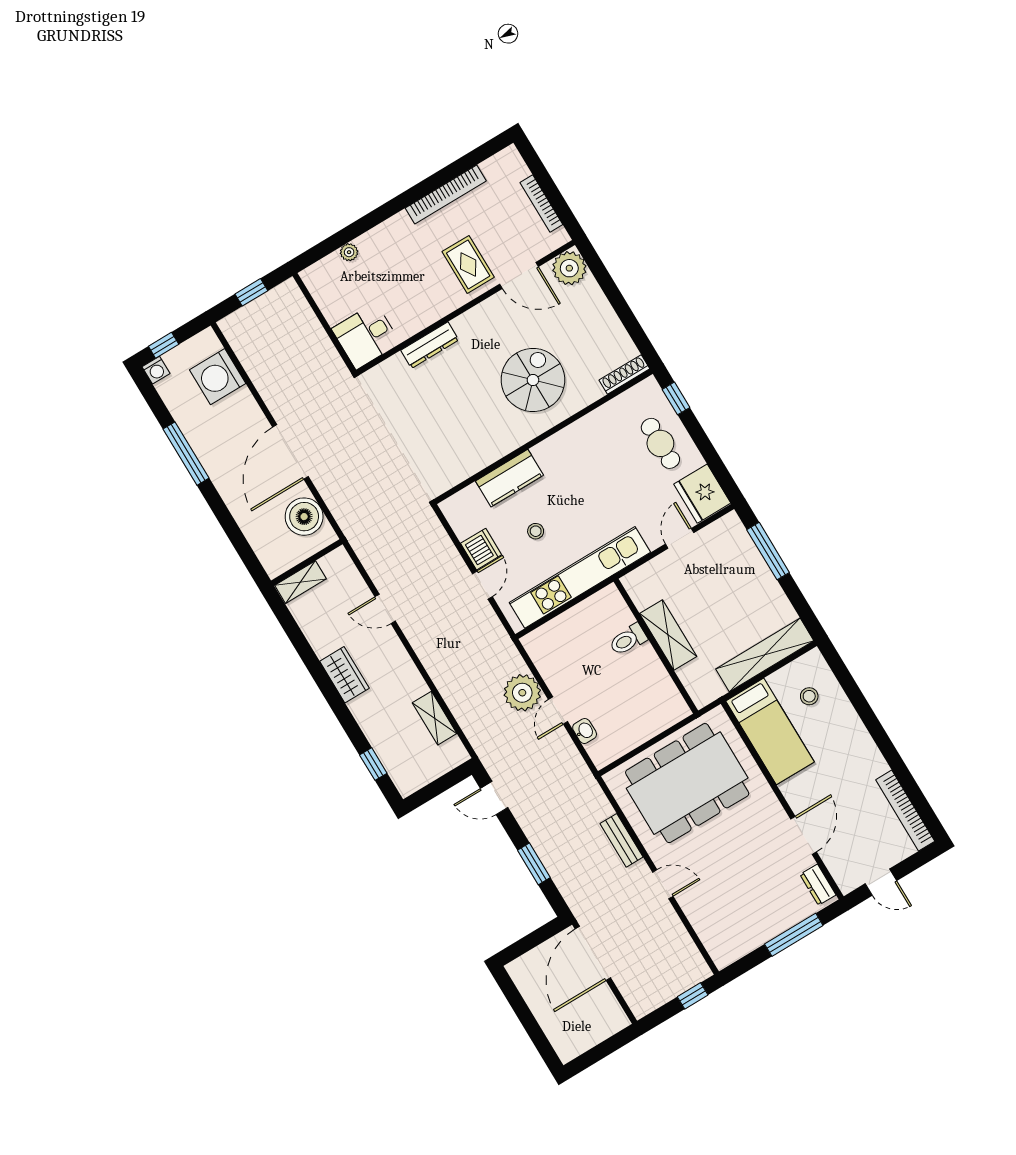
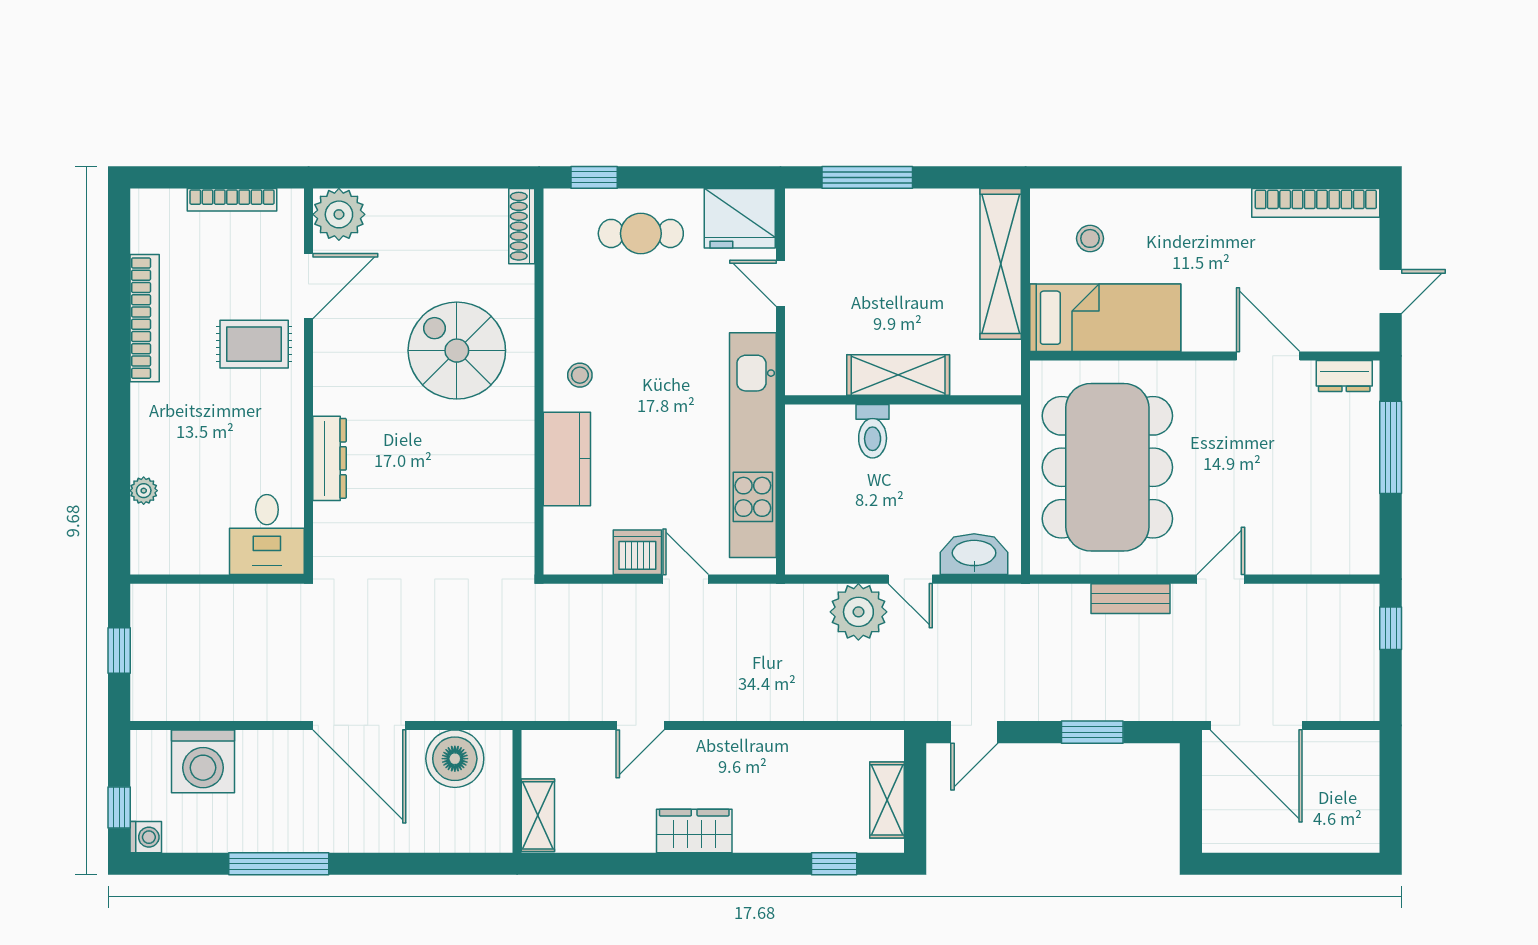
stool: (536, 531) -> (580, 375), moved
shelving: (435, 718) -> (887, 800), moved, turned 90
washbasin: (585, 731) -> (974, 554), width x1.91, depth x1.45

